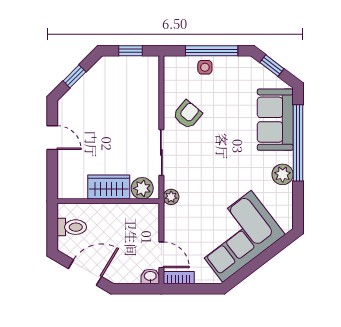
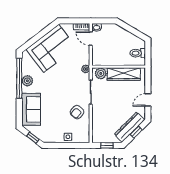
window: (212, 51) -> (64, 145), removed
dresser: (87, 86) -> (130, 127), added
door: (52, 138) -> (148, 100), hinge flipped
window: (298, 143) -> (19, 78), moved
wardrobe: (109, 187) -> (124, 74), width x1.50
door: (85, 273) -> (131, 29), removed

